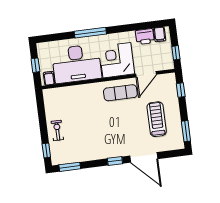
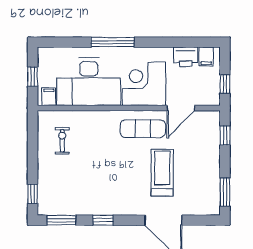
treadmill: (157, 119) -> (162, 173), moved
exercise bike: (57, 130) -> (62, 141), moved
window: (115, 161) -> (103, 220), moved

